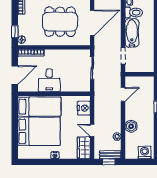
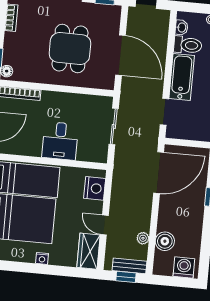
dining table: (60, 22) -> (70, 48), width x0.73
door: (92, 23) -> (120, 55), hinge flipped
desk: (49, 80) -> (60, 141), moved
door: (123, 94) -> (159, 173), width x1.87
boiler: (131, 126) -> (165, 241), moved

